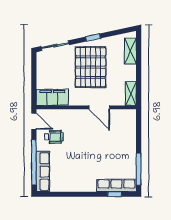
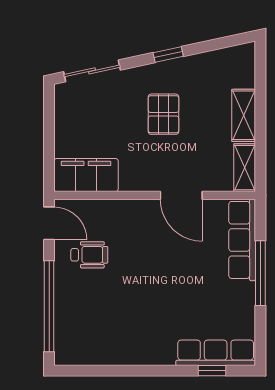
shelving: (130, 51) -> (244, 115), moved
pallet: (91, 67) -> (163, 114), width x0.49, depth x0.50
window: (139, 169) -> (260, 273), moved
row of seats: (43, 172) -> (242, 240), moved, turned 180

